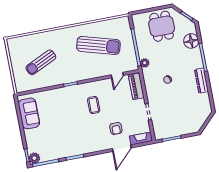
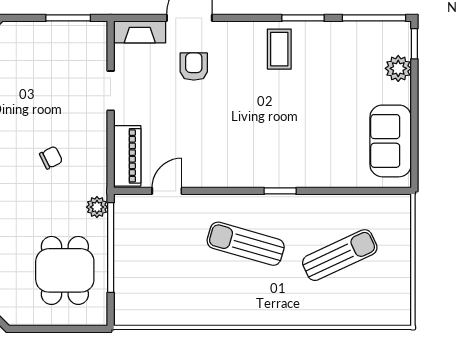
dining table: (162, 26) -> (65, 270), moved
sun lounger: (98, 45) -> (246, 244), moved, width x0.73, depth x0.75
coffee table: (94, 105) -> (279, 49), moved
plant: (34, 158) -> (398, 68), moved

